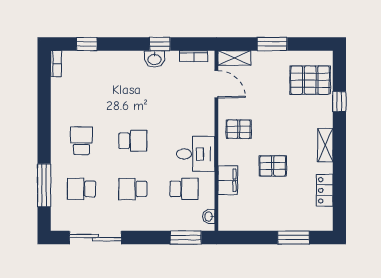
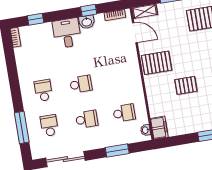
pallet: (239, 129) -> (157, 63), width x1.50, depth x1.42
desk: (196, 154) -> (67, 33), moved, turned -90
filing cabinet: (228, 180) -> (159, 128), moved
school desk: (81, 189) -> (49, 125), turned 90
school desk: (133, 189) -> (87, 119), turned 180
window: (186, 238) -> (117, 151), moved

